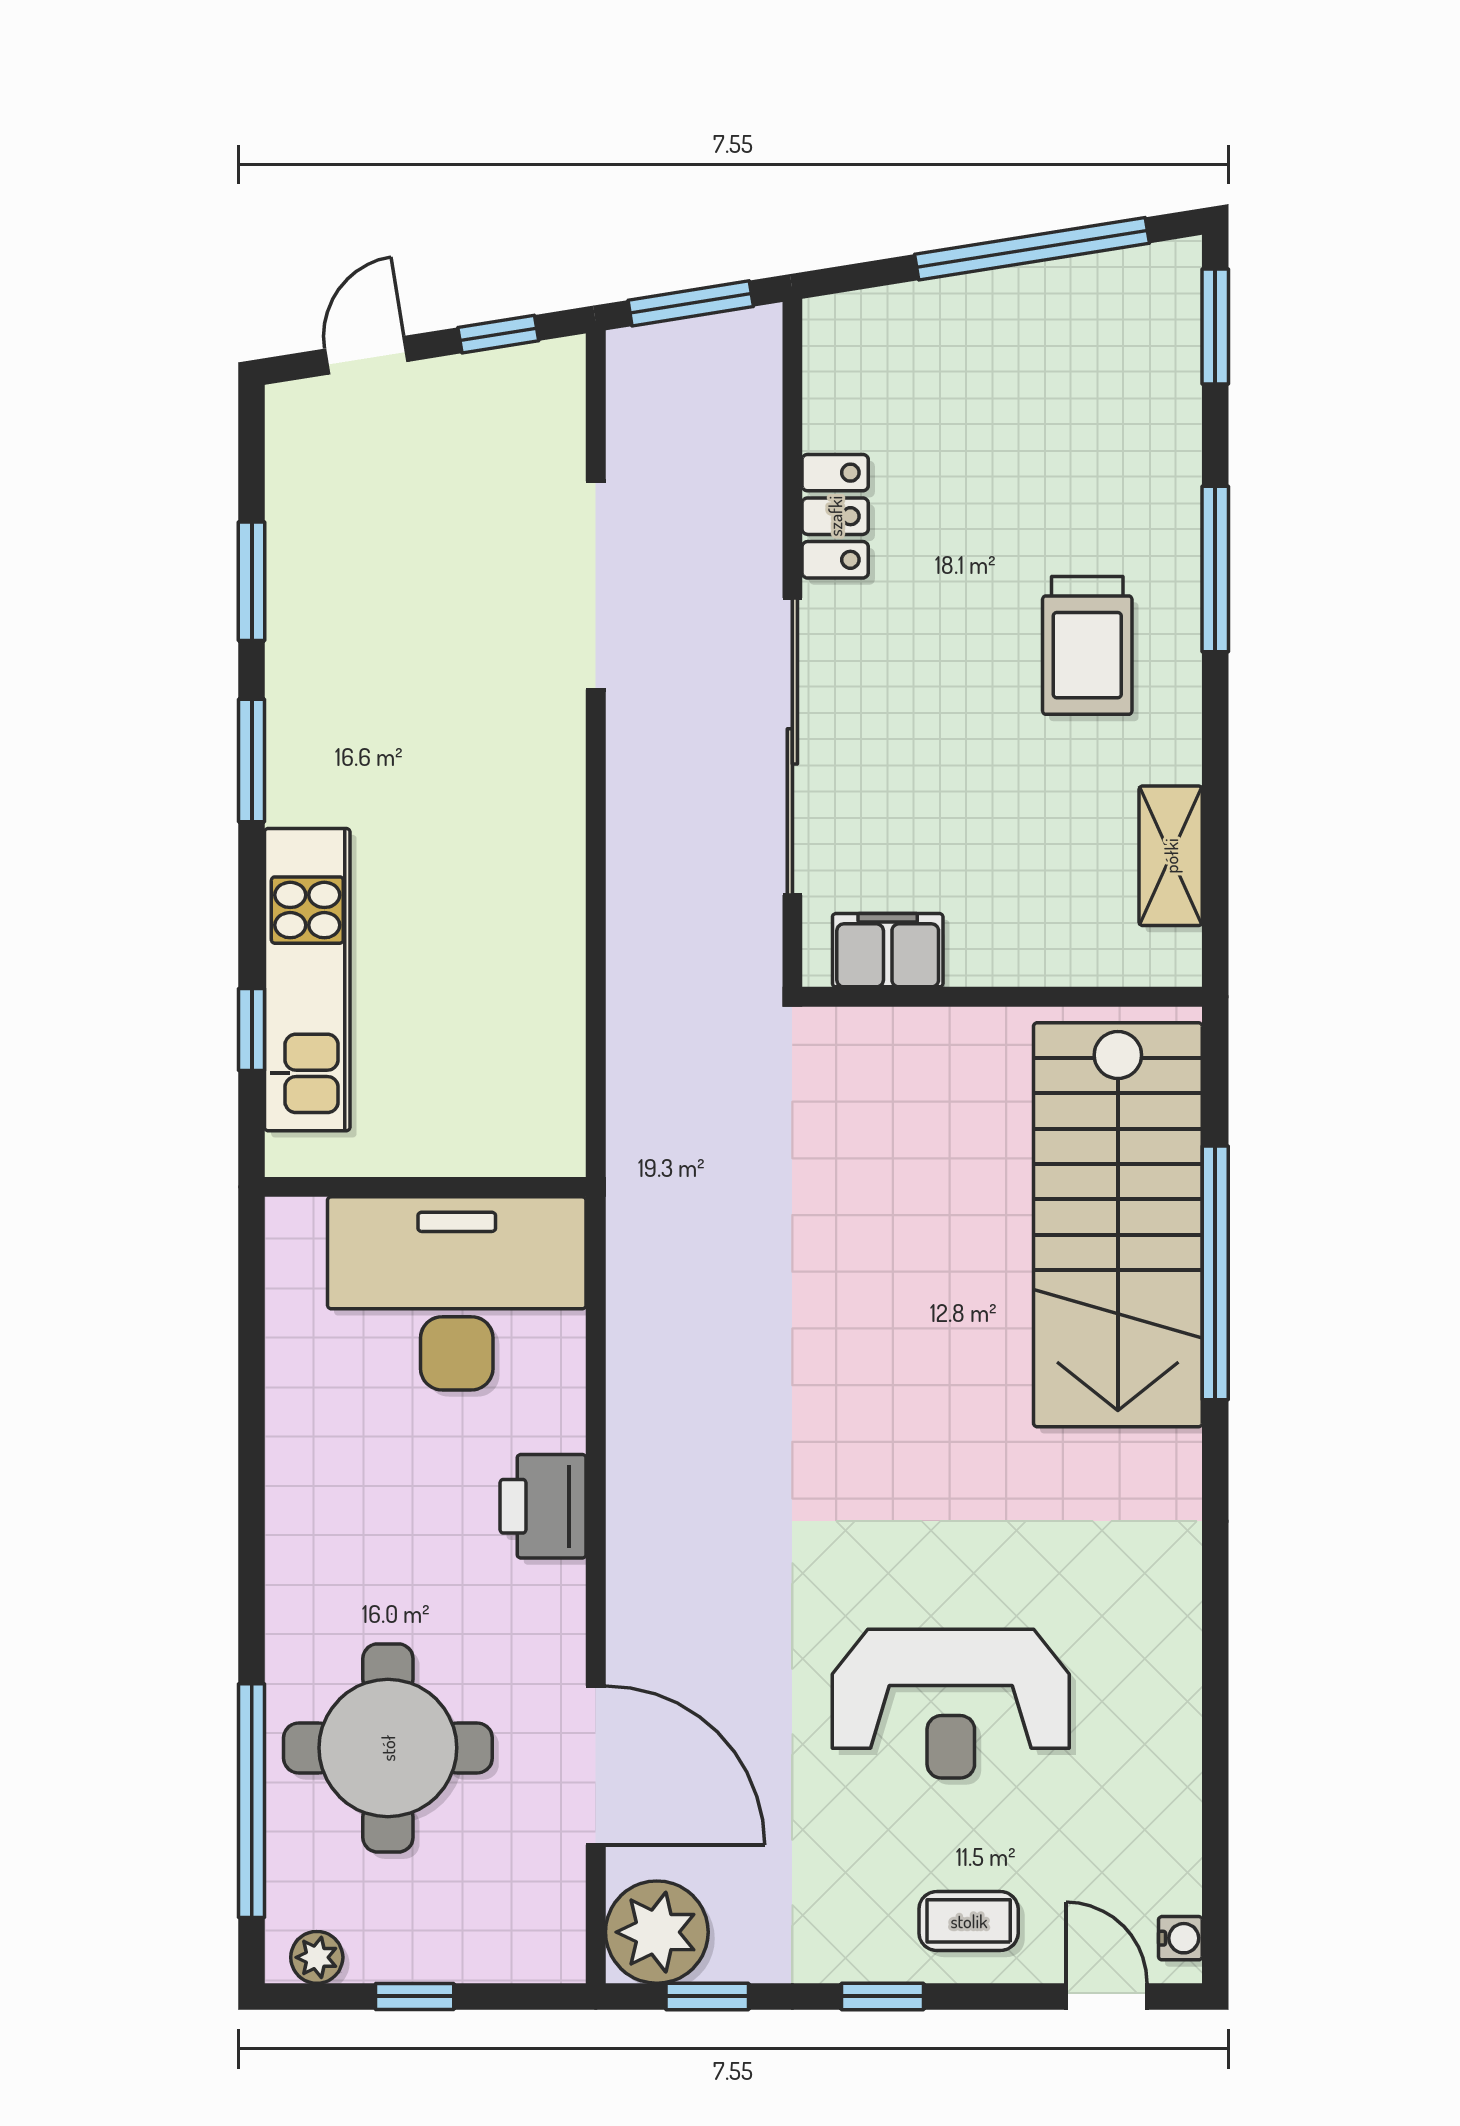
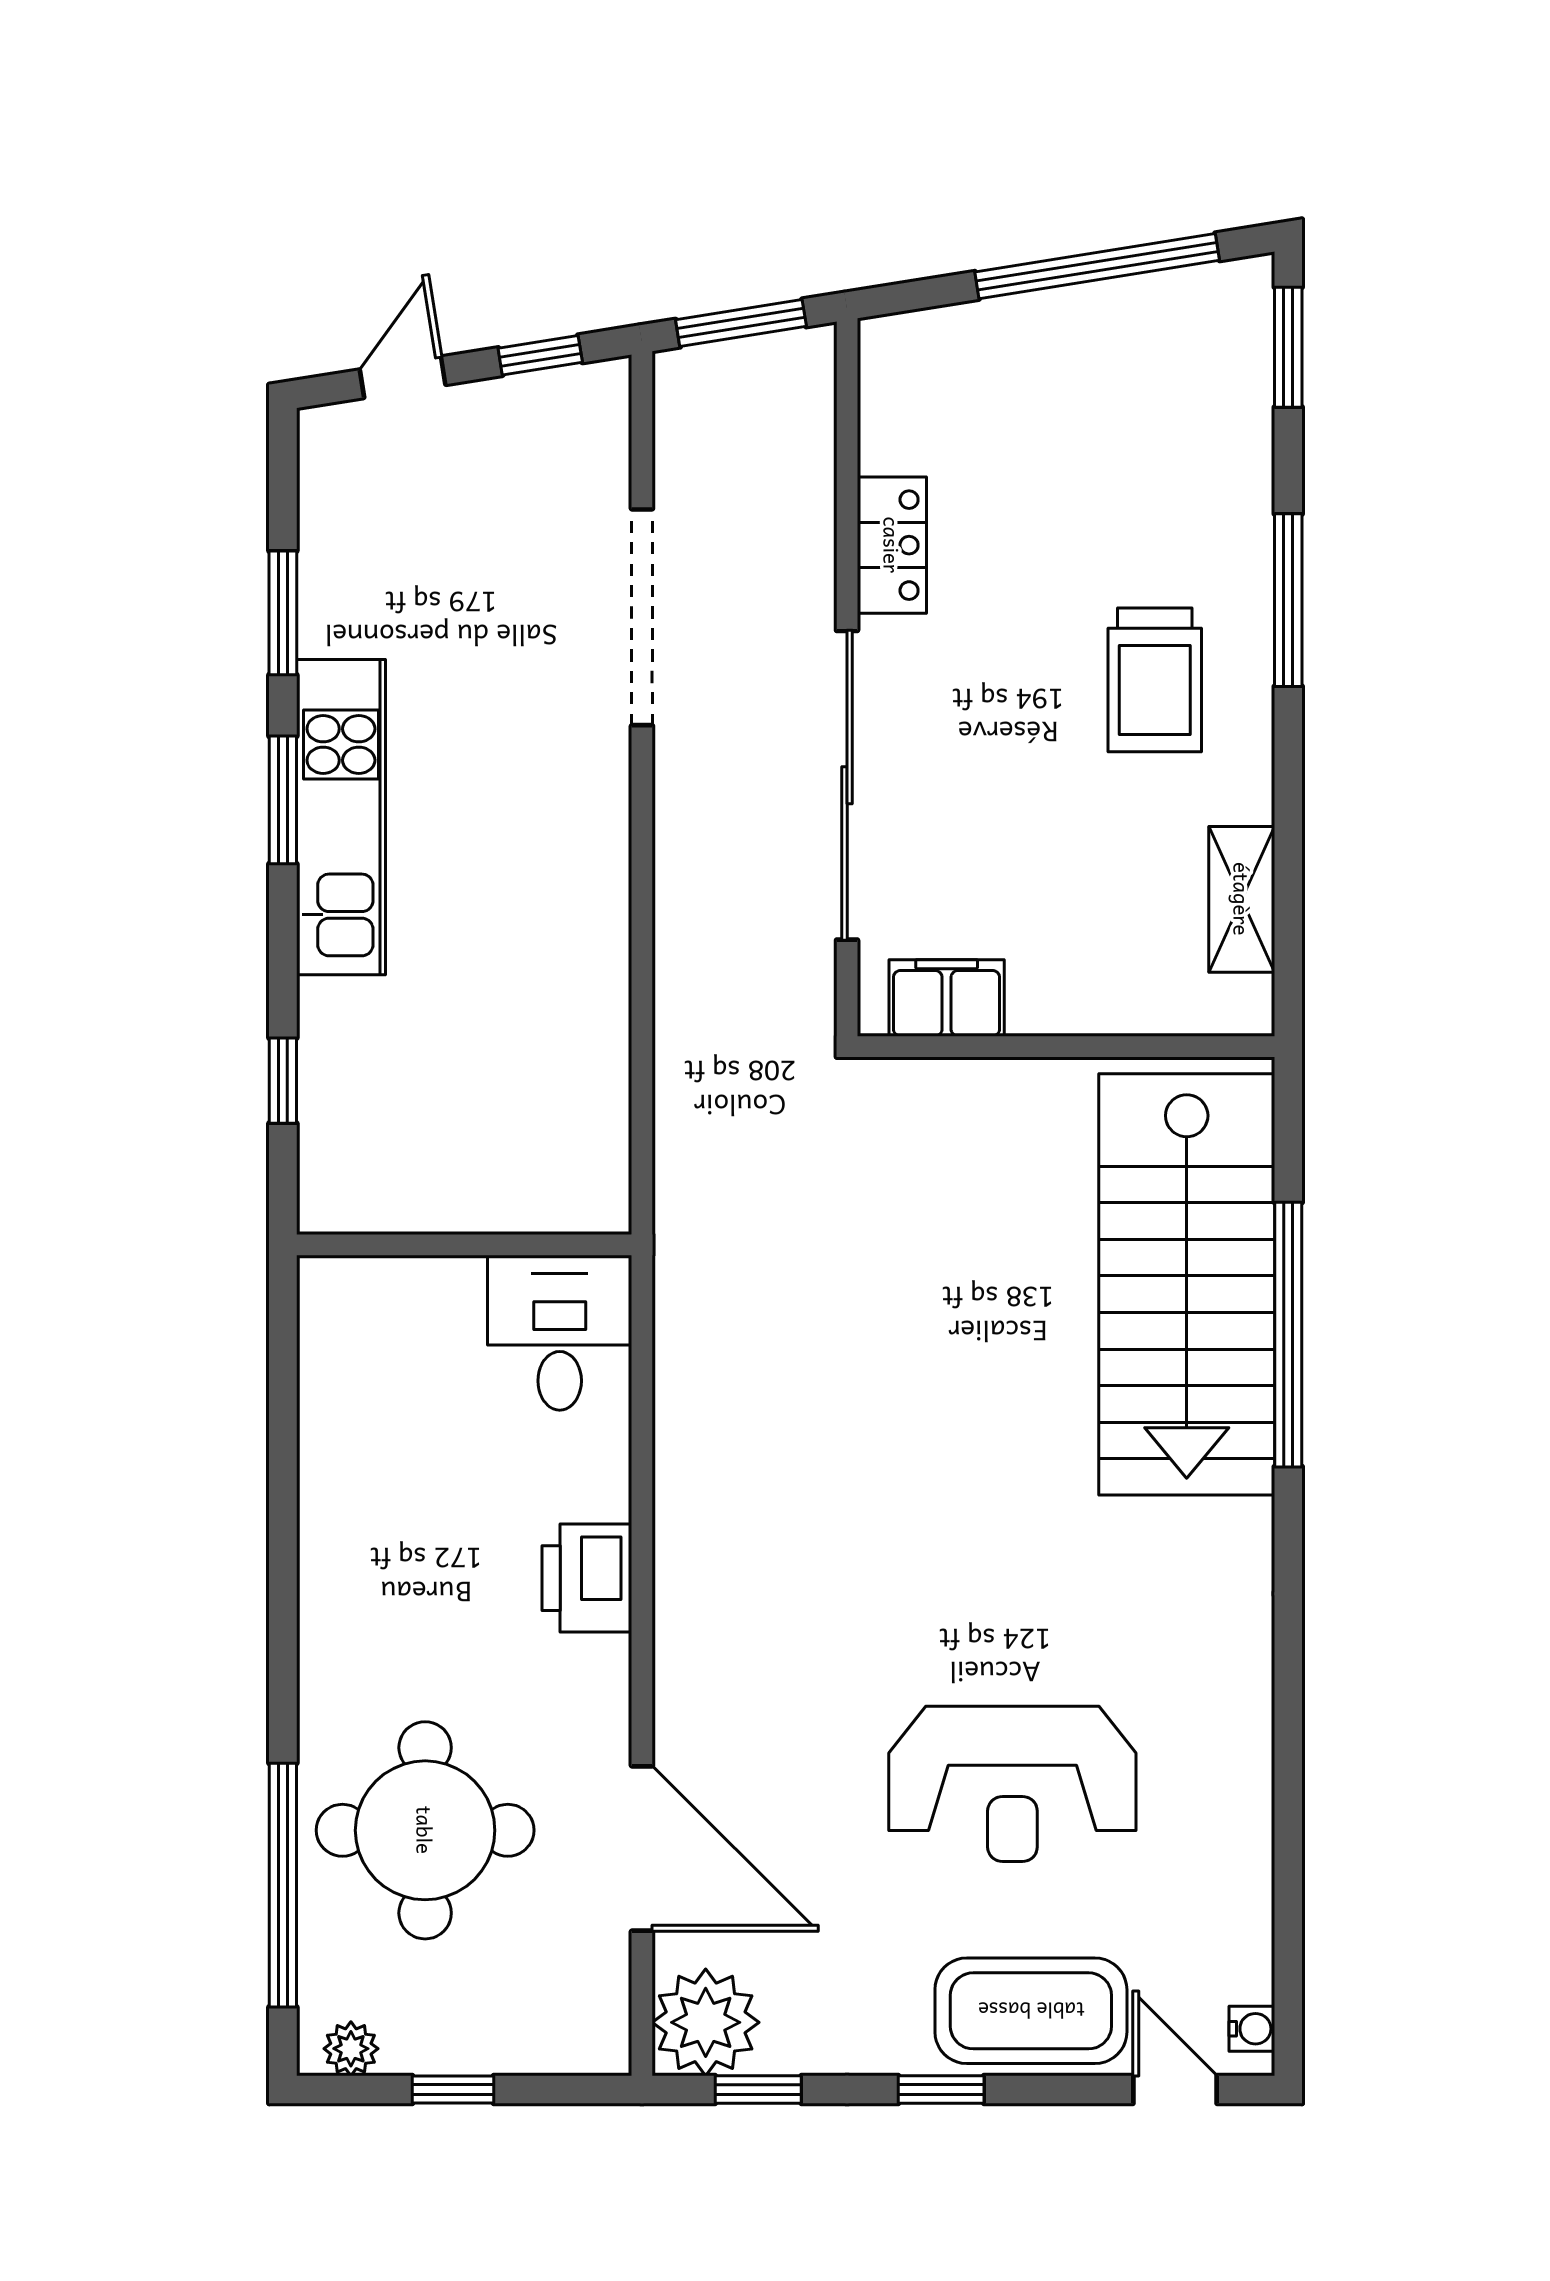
kitchen unit: (307, 980) -> (341, 817), moved
desk: (457, 1293) -> (560, 1333), width x0.53, depth x0.77
coffee table: (969, 1921) -> (1031, 2011), width x1.86, depth x1.72

